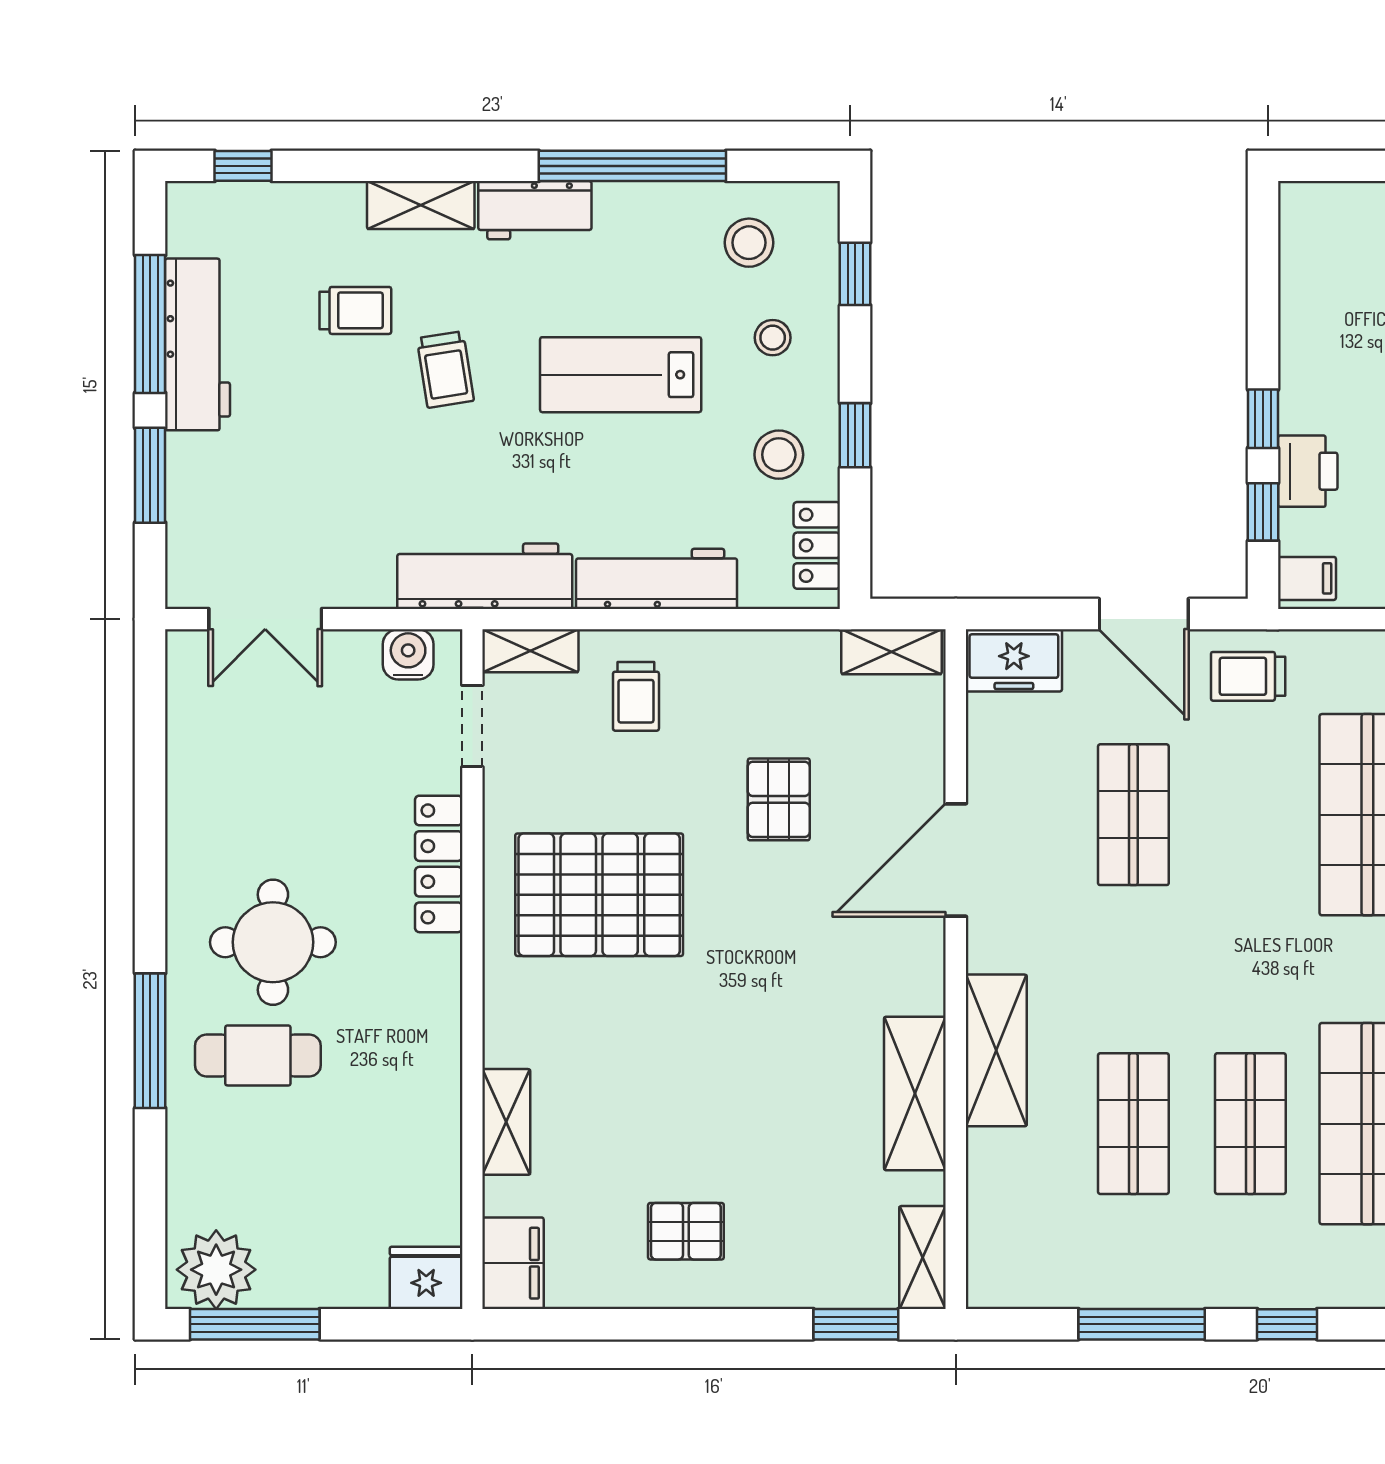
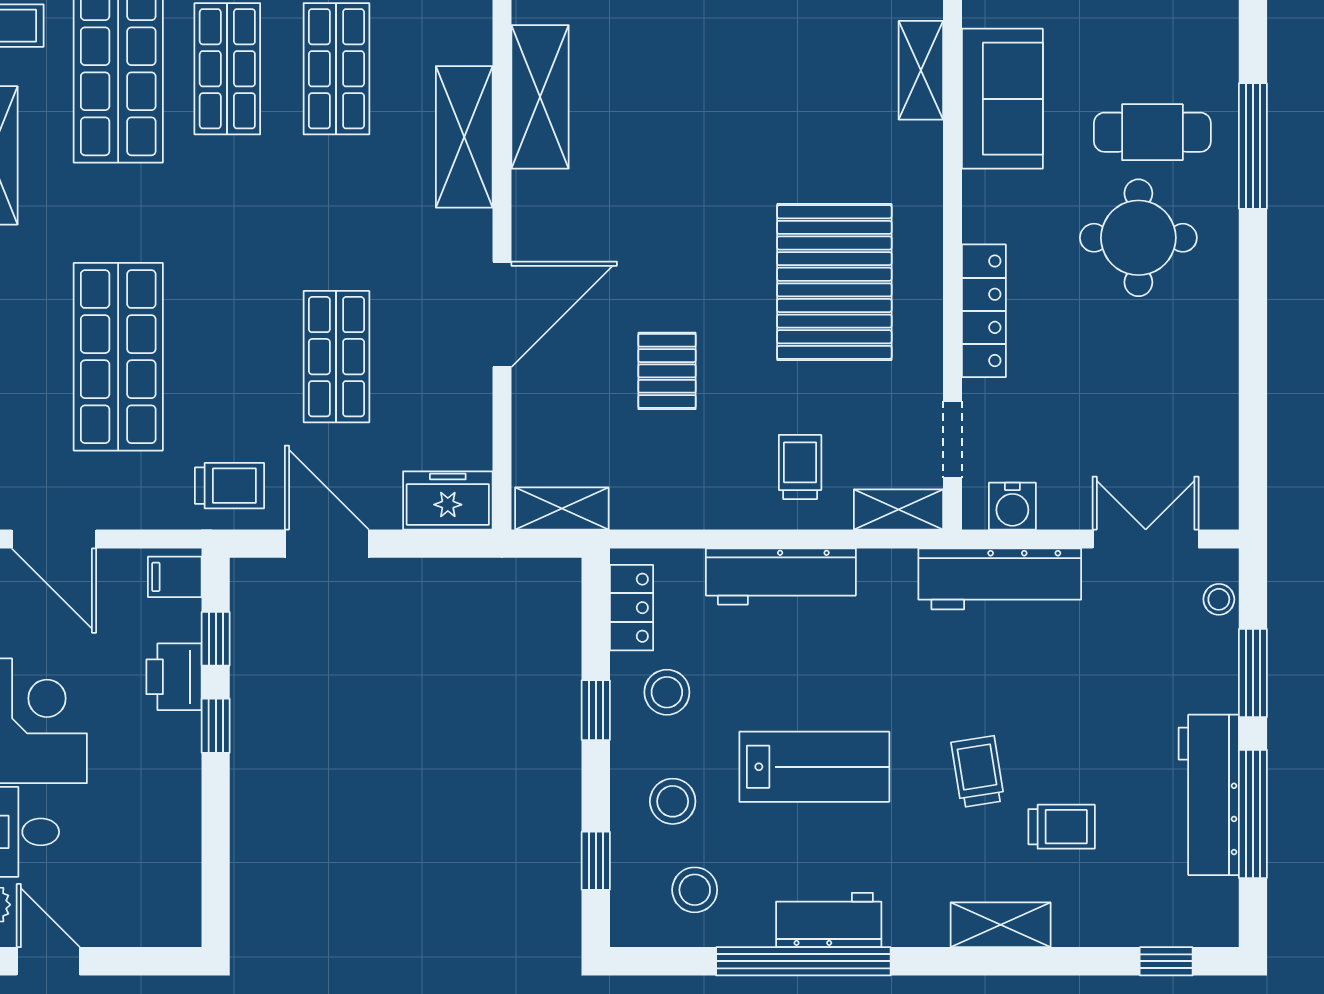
workbench: (535, 210) -> (829, 920), moved
trolley: (355, 310) -> (1062, 827), turned 180
stool: (773, 338) -> (673, 801), width x1.37, depth x1.37
stool: (187, 554) -> (1219, 599), added
workbench: (485, 576) -> (1000, 579), moved
pallet: (599, 895) -> (834, 282), turned 90
sofa: (419, 1092) -> (1002, 99), added

